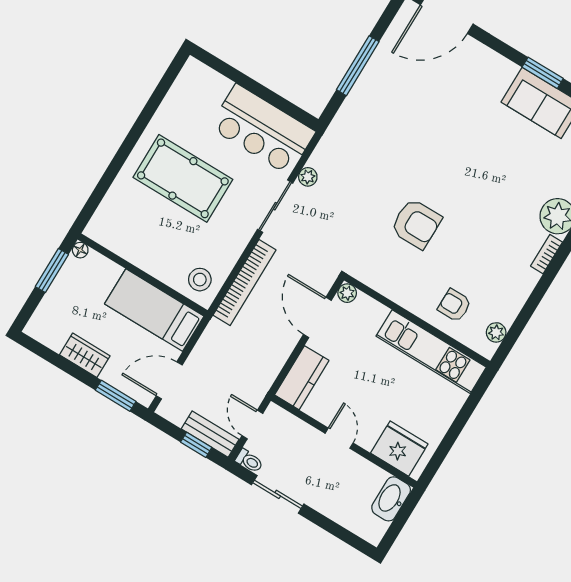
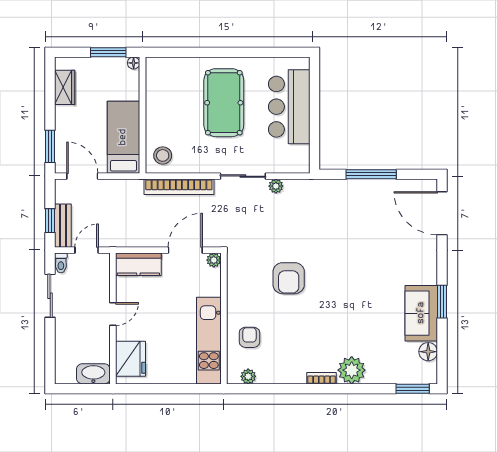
bar counter: (262, 130) -> (289, 107), moved
wardrobe: (85, 355) -> (65, 87), moved

